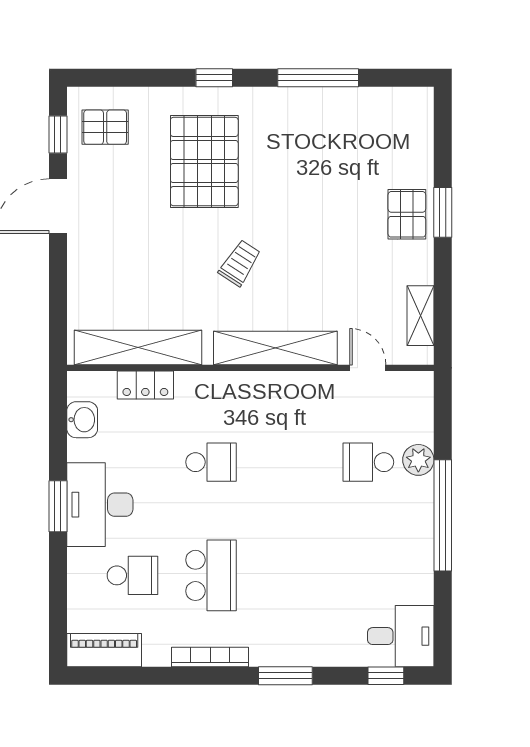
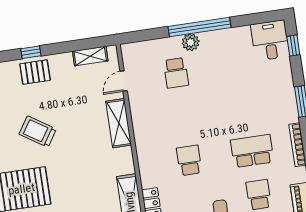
window: (443, 212) -> (31, 52), width x0.67
trolley: (240, 263) -> (38, 132), moved, width x1.36, depth x1.39
shelving: (275, 348) -> (119, 123), width x0.68
plant: (418, 460) -> (191, 42), moved

